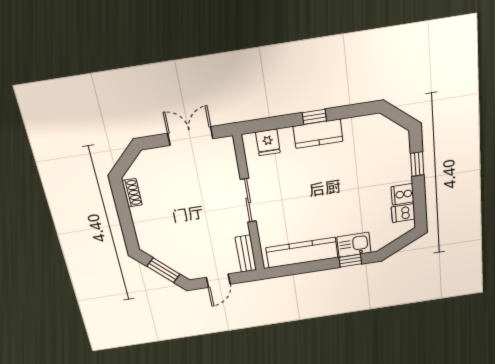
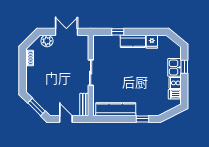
window: (314, 117) -> (118, 32), moved
fridge: (268, 142) -> (152, 42), moved
plant: (157, 158) -> (47, 41), added
kitchen sink: (354, 245) -> (174, 67), moved, turned -90
door: (218, 281) -> (66, 119), swing flipped

